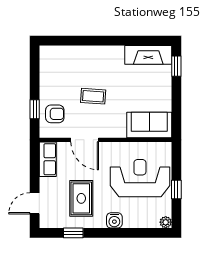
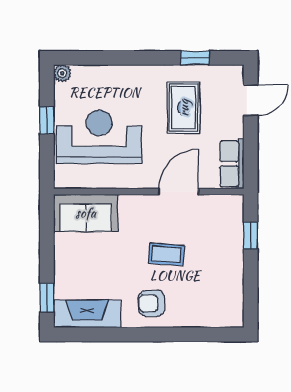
armchair: (55, 114) -> (152, 303), moved
door: (85, 140) -> (179, 192), hinge flipped
reception desk: (140, 178) -> (99, 137), turned 180
water cooler: (114, 220) -> (136, 76), removed

